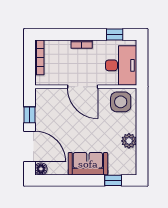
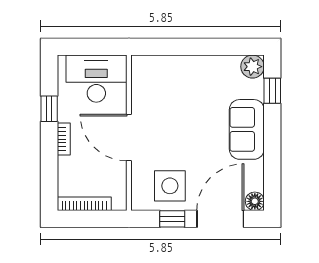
window: (115, 34) -> (49, 109), moved
door: (83, 87) -> (129, 138), swing flipped
side table: (121, 102) -> (170, 186), moved
plant: (129, 141) -> (253, 67), moved

